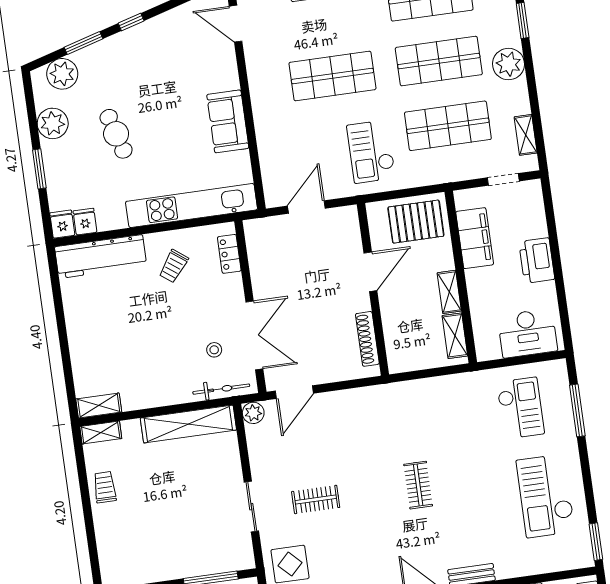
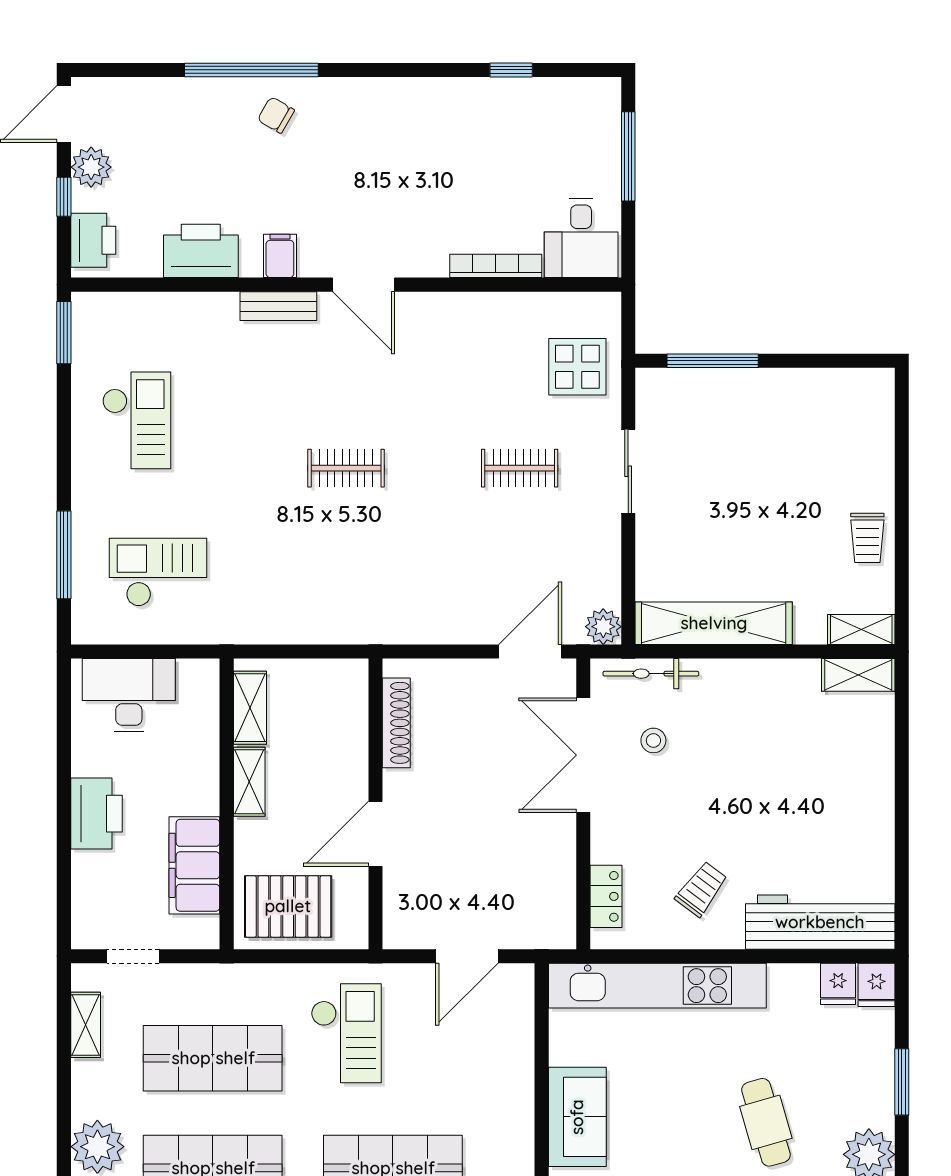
checkout: (520, 408) -> (158, 572), turned 90
clothes rail: (418, 485) -> (346, 468), turned 90
checkout: (546, 496) -> (137, 420), width x0.73, depth x0.83

